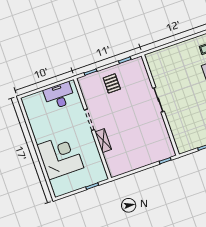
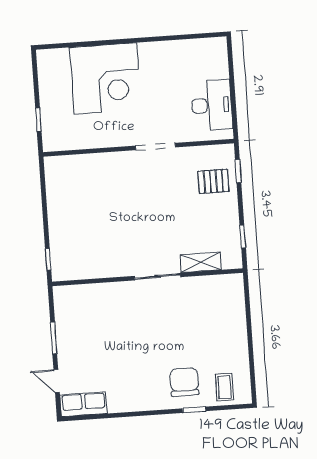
pallet: (112, 83) -> (213, 181), moved
shelving: (103, 141) -> (201, 262), moved

